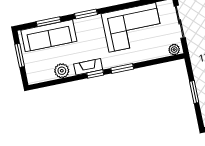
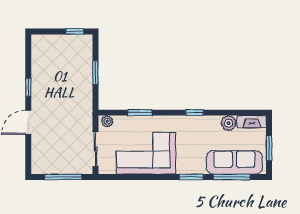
window: (49, 22) -> (232, 177), width x1.44
fireplace: (88, 67) -> (252, 122), moved
window: (122, 68) -> (140, 113), moved

